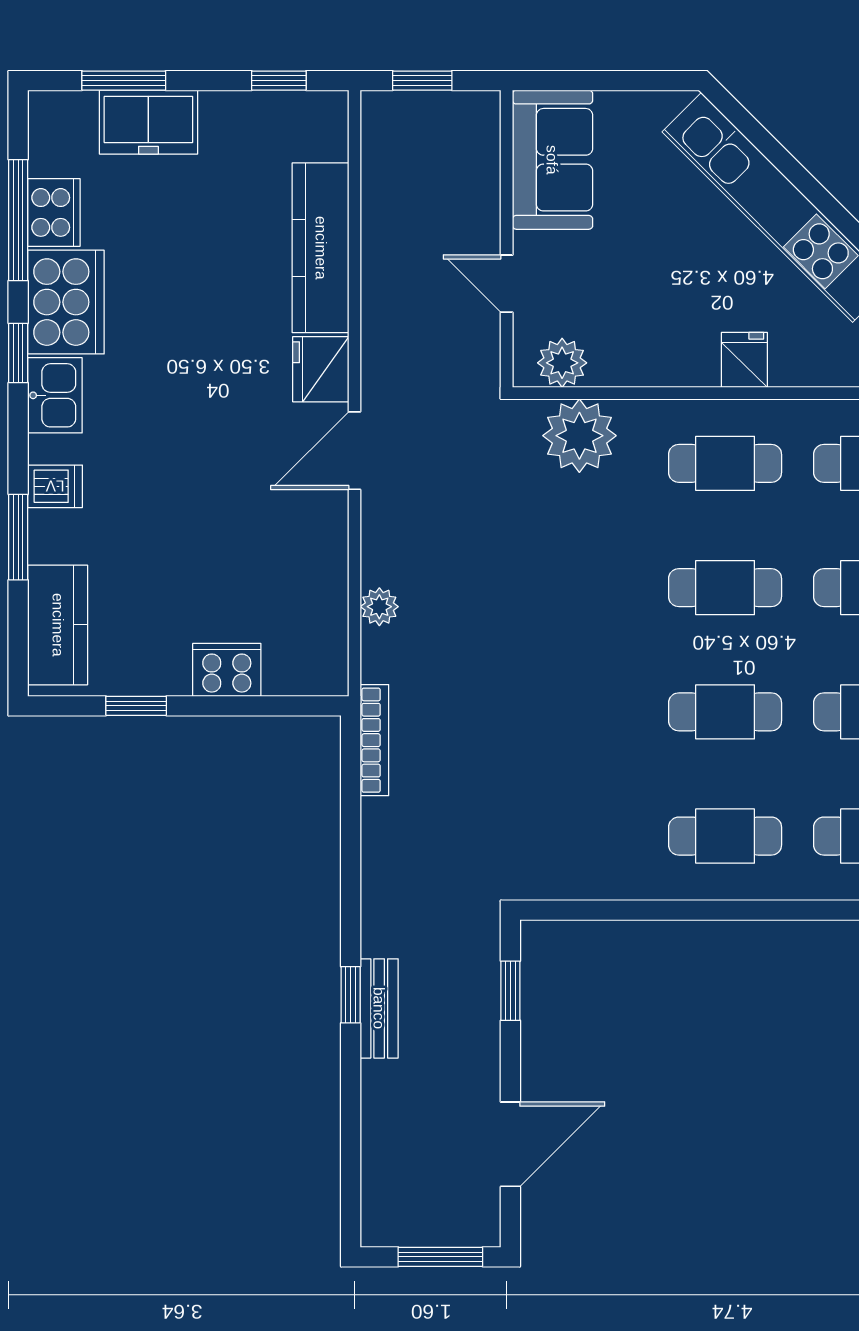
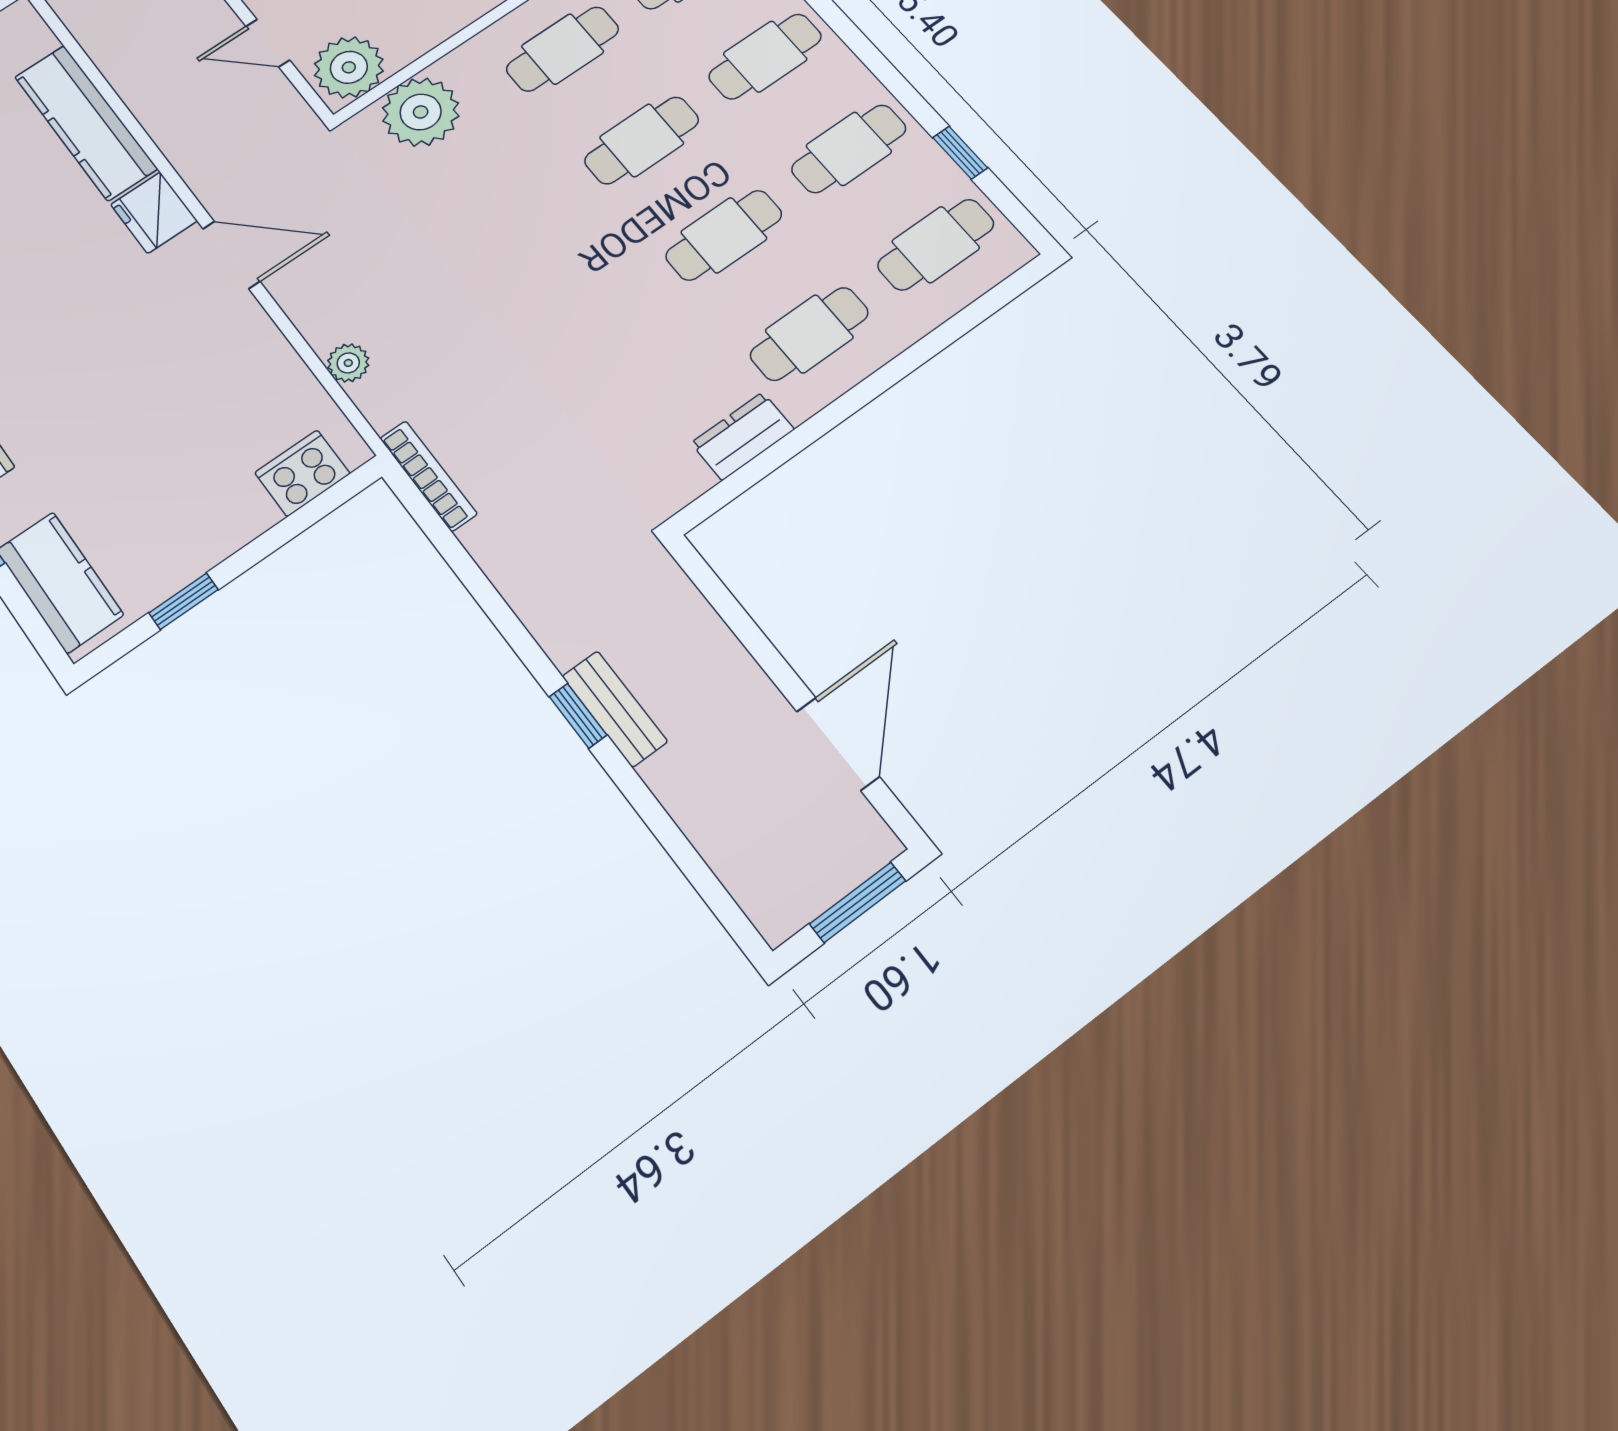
plant: (562, 363) -> (349, 67), width x1.36, depth x1.36
door: (355, 451) -> (231, 255), swing flipped
cooker: (227, 670) -> (302, 473), moved
dresser: (617, 878) -> (743, 436), added
window: (510, 991) -> (725, 604), removed

